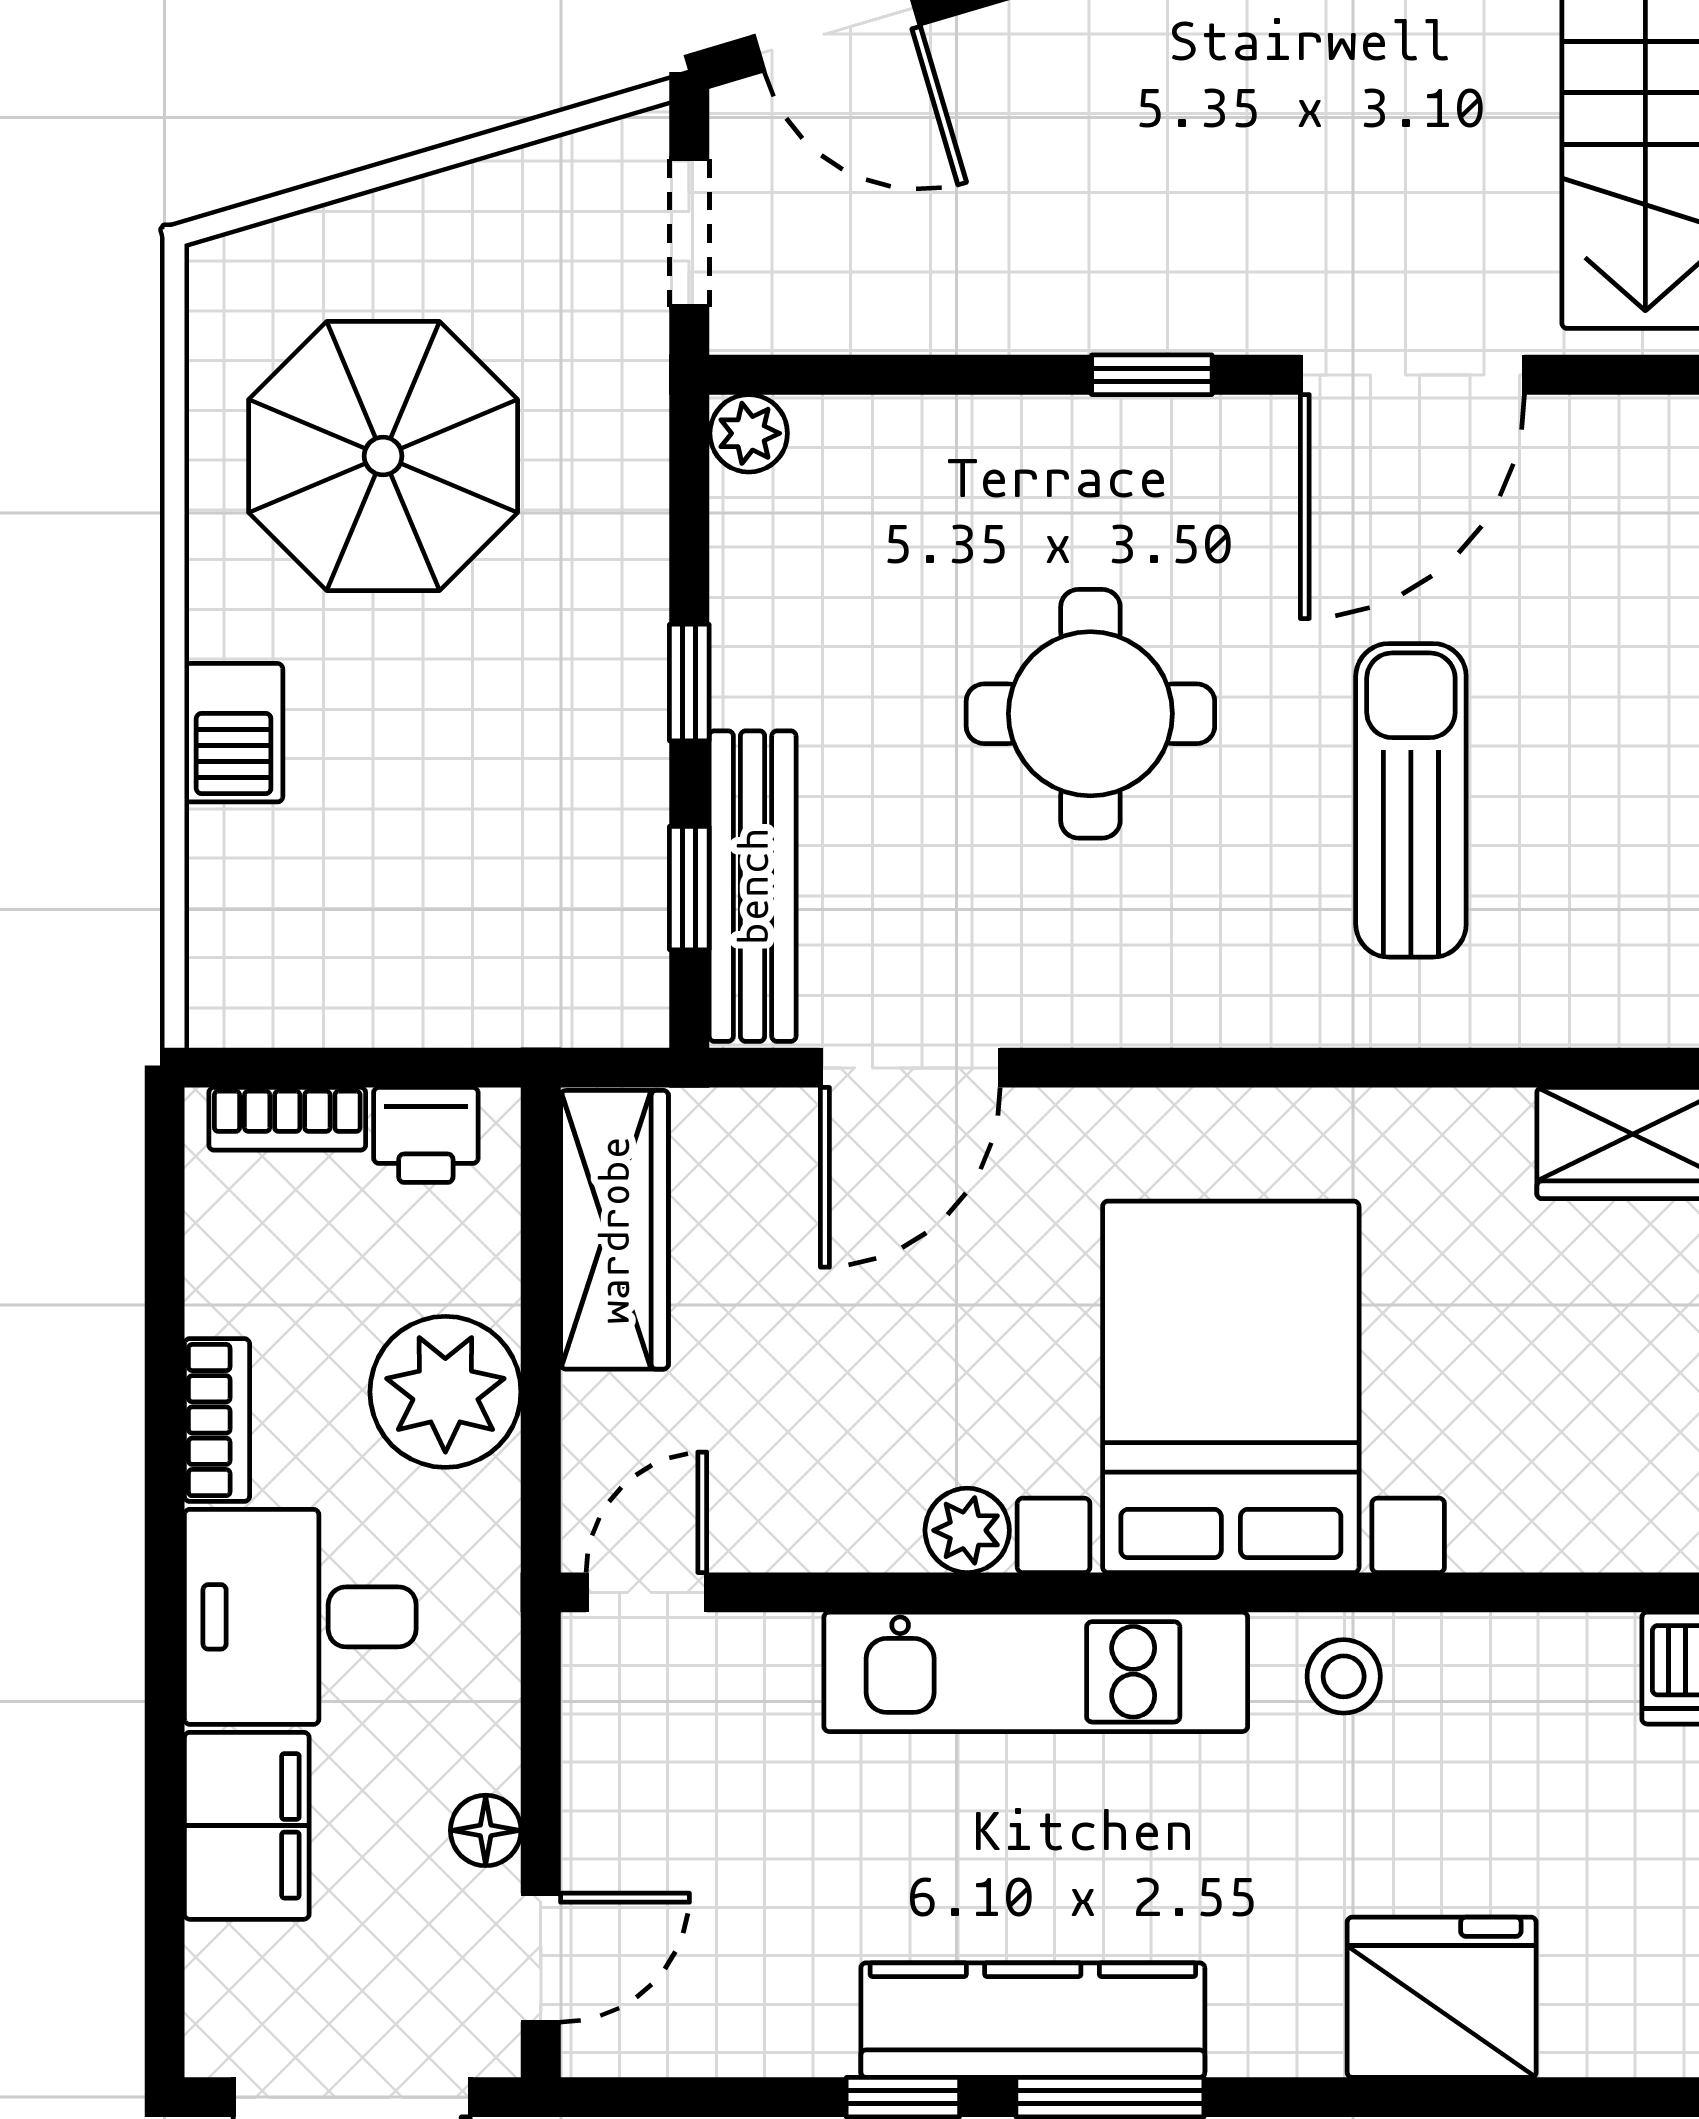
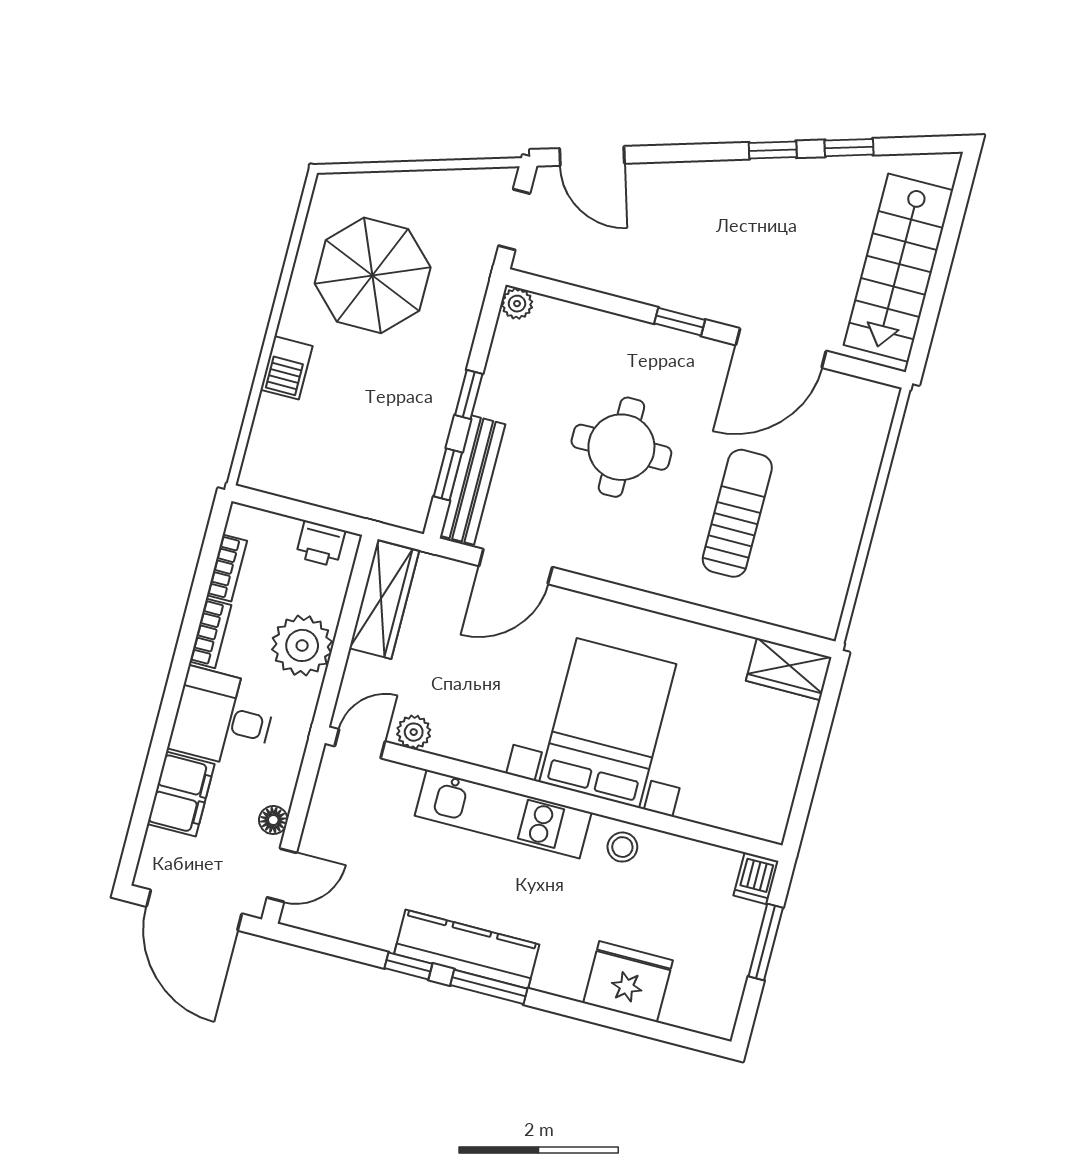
bookcase: (287, 1119) -> (227, 568), moved, turned -90
plant: (967, 1530) -> (414, 732), moved

